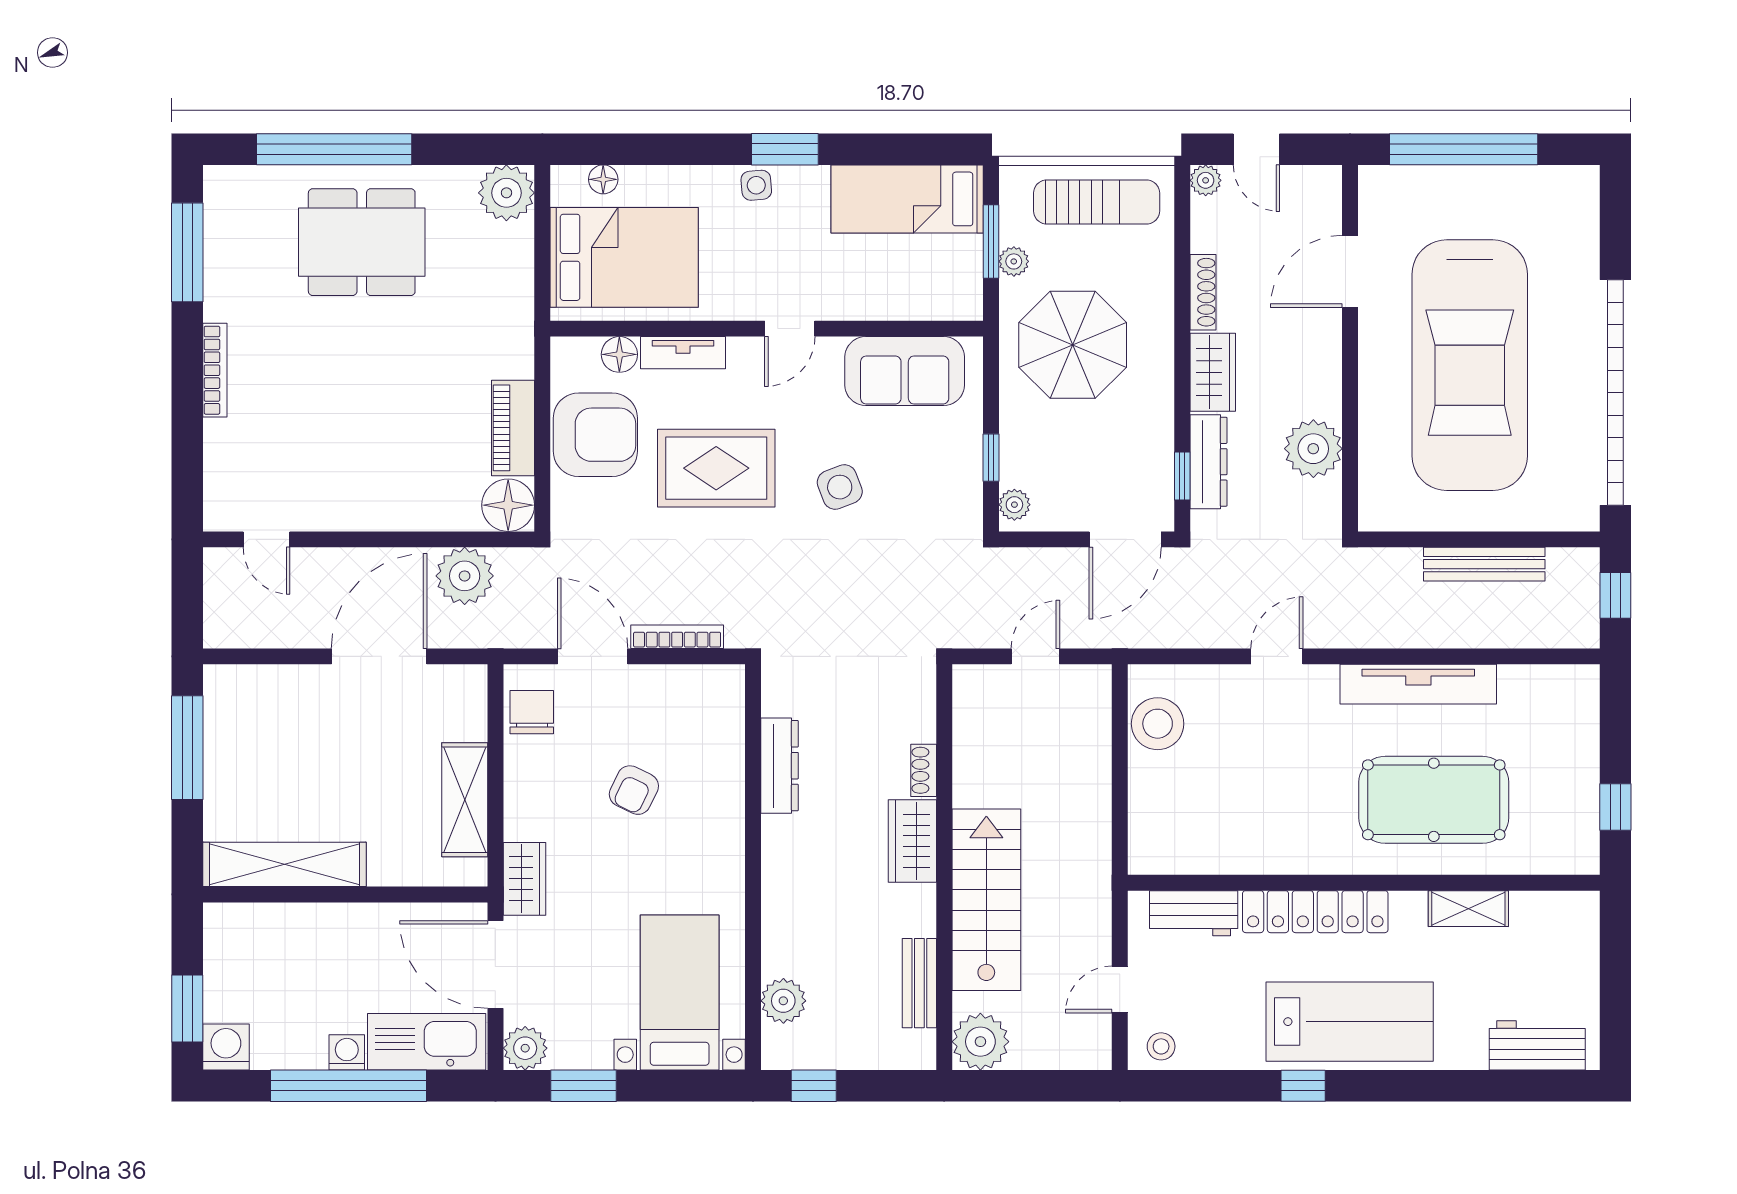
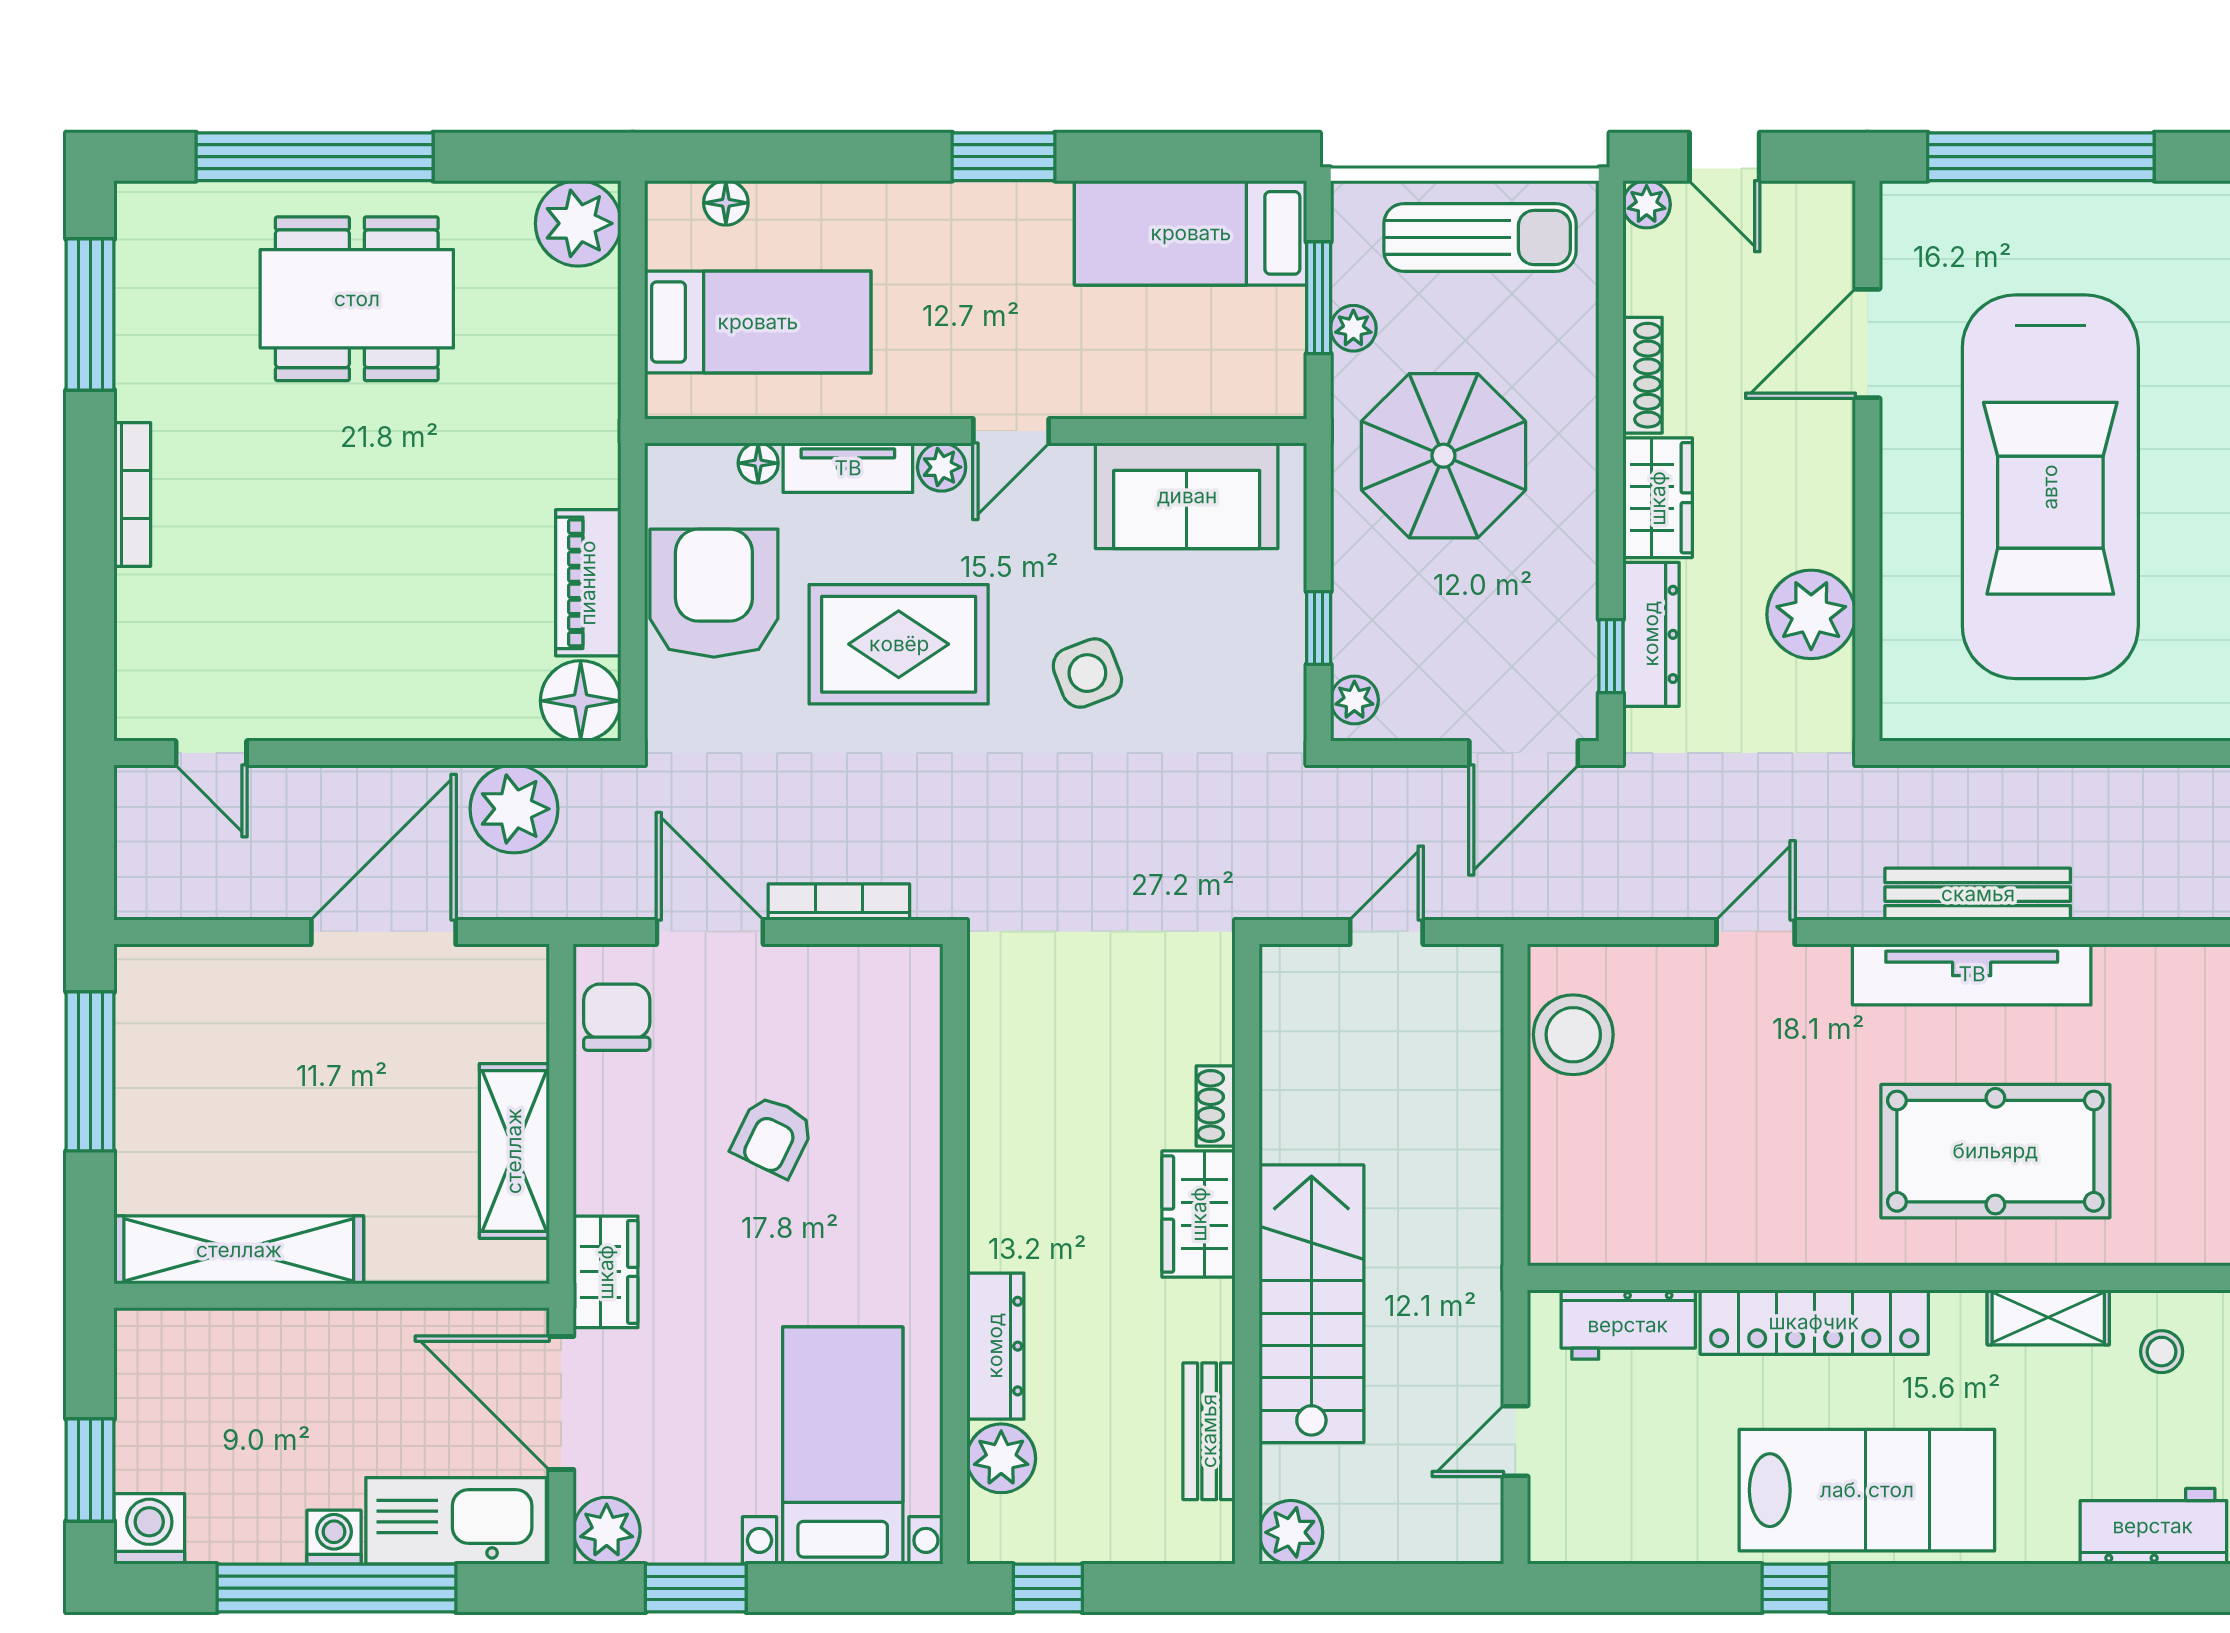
side table: (756, 185) -> (960, 212), removed
bed: (624, 257) -> (758, 322), width x0.67
plant: (744, 352) -> (942, 467), added
floor lamp: (619, 354) -> (758, 463), width x0.73, depth x0.73
armchair: (595, 435) -> (714, 593), turned -90
bench: (1484, 564) -> (1978, 894), moved
dresser: (780, 766) -> (995, 1346), moved
plant: (980, 1042) -> (1291, 1532), width x0.73, depth x0.73
stool: (1161, 1046) -> (2162, 1352), moved

